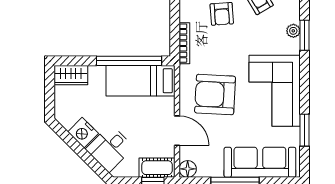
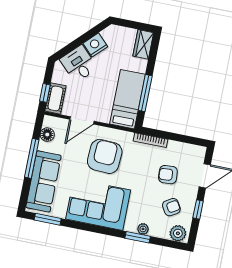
window: (129, 61) -> (145, 93), width x0.68
window: (305, 130) -> (48, 219), moved
floor lamp: (188, 169) -> (47, 135), moved

